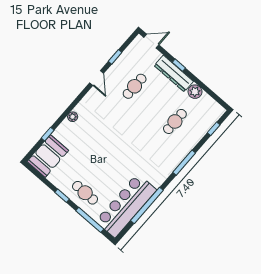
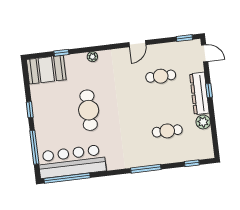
window: (115, 57) -> (184, 38), moved
cafe table: (85, 193) -> (89, 110), moved, width x1.37, depth x1.35
window: (147, 205) -> (67, 178), moved

